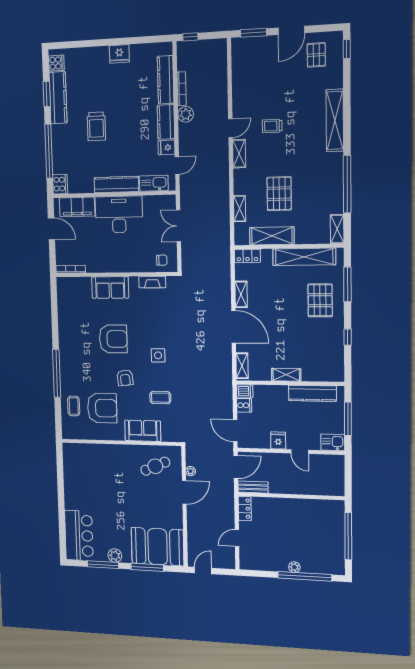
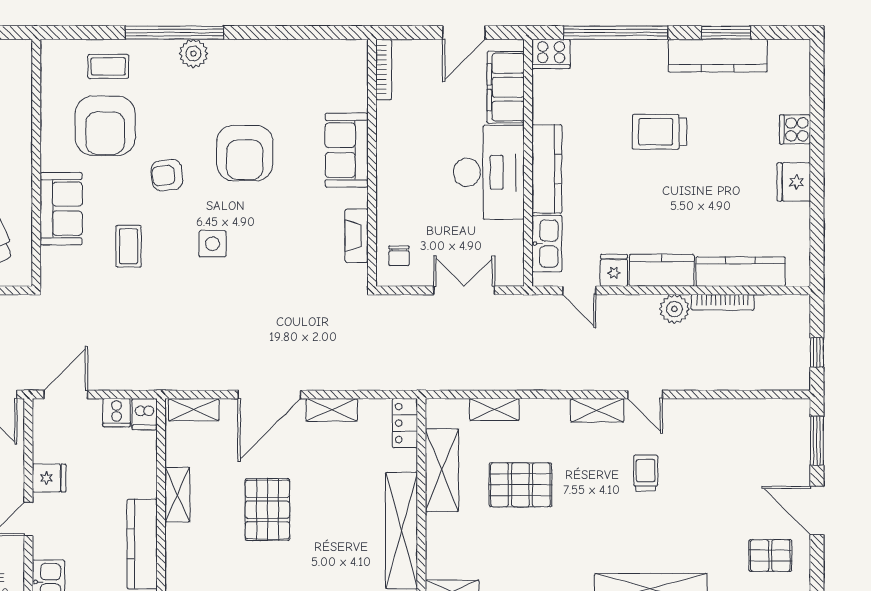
window: (190, 37) -> (817, 352), moved
cooker: (56, 63) -> (795, 129), moved, turned 90
pallet: (320, 300) -> (267, 510), moved, turned 90
plant: (66, 364) -> (193, 53), added

